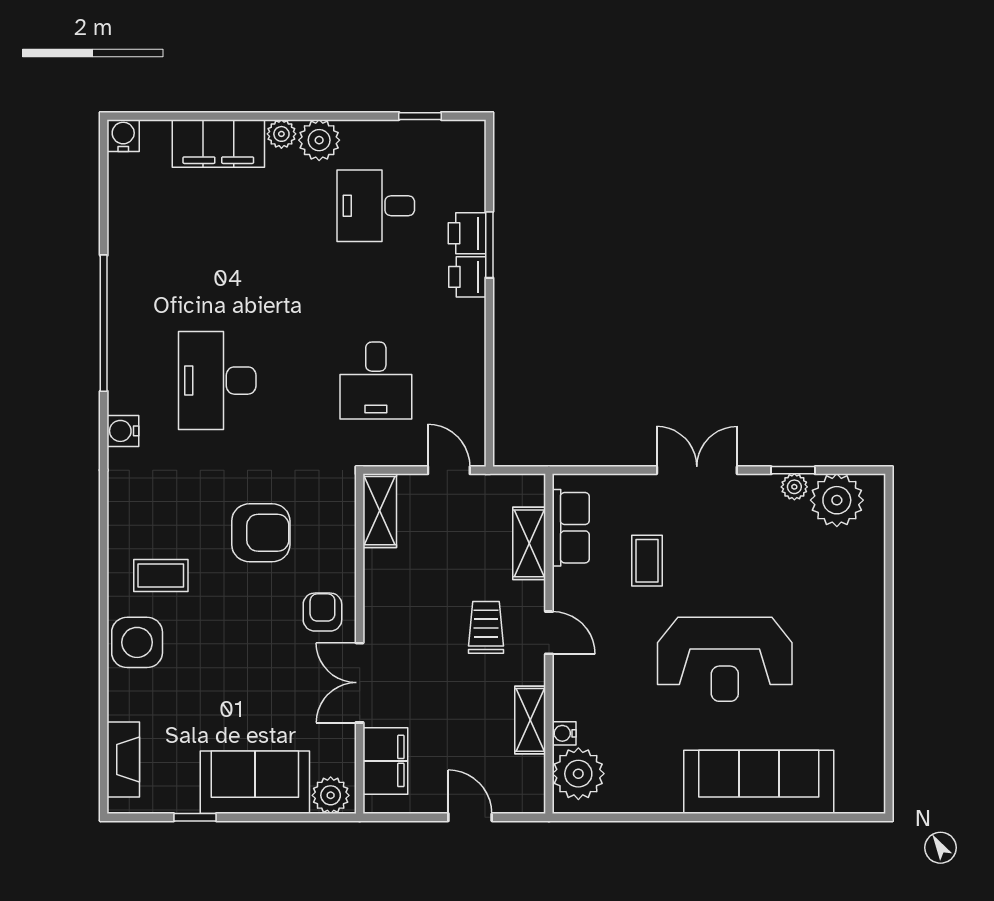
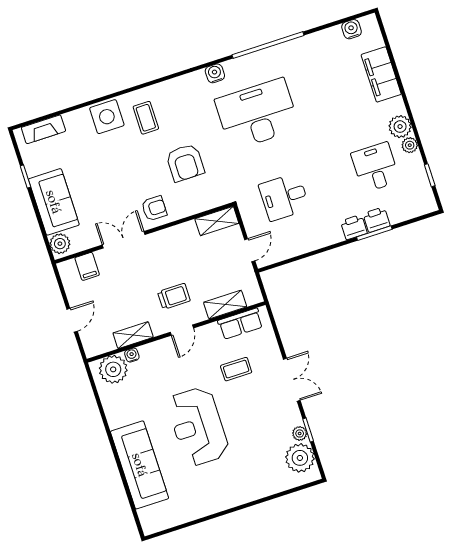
plant: (281, 134) -> (410, 145), moved
water cooler: (123, 136) -> (351, 29), moved, turned -90
desk: (217, 381) -> (257, 114), width x1.36, depth x1.30
filing cabinet: (385, 761) -> (87, 266), width x0.50

